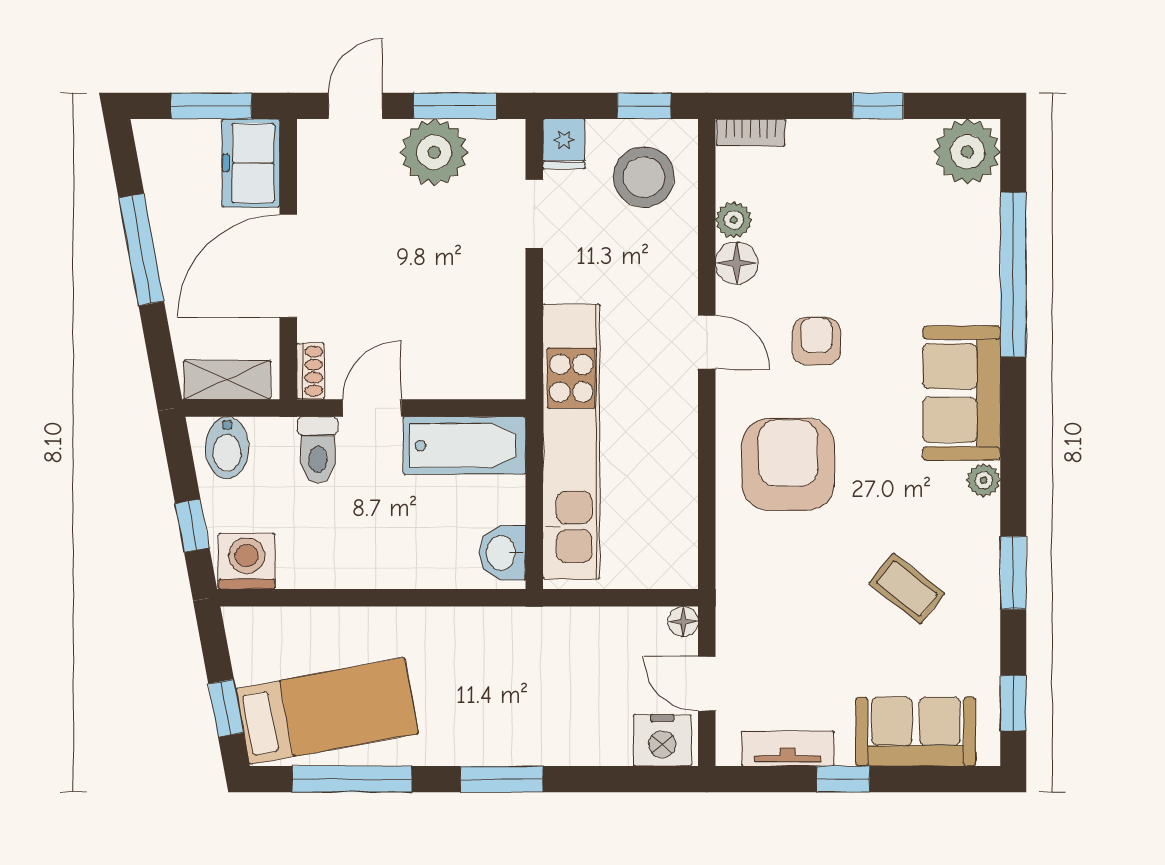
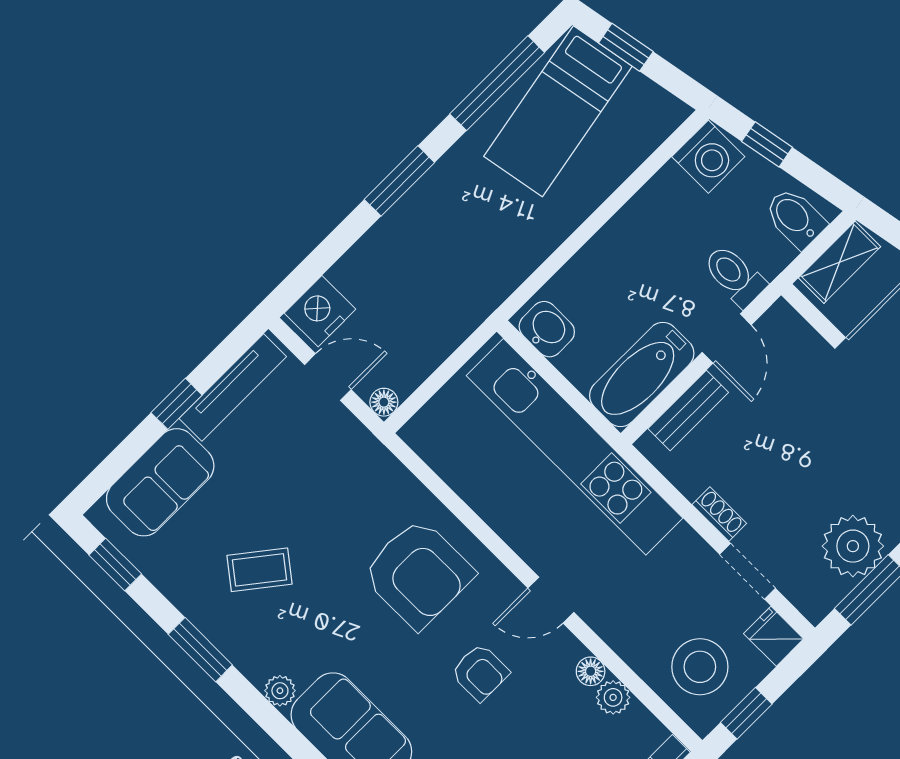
floor lamp: (737, 263) -> (591, 671), width x0.73, depth x0.73
shoe rack: (311, 371) -> (719, 514), moved, turned 180
bench: (456, 382) -> (688, 410), added
tv unit: (788, 749) -> (233, 387), width x1.41

